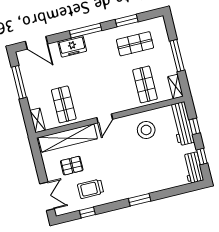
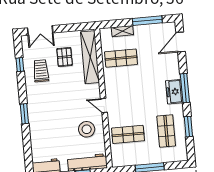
freezer: (72, 46) -> (174, 92), moved
shelving: (176, 86) -> (122, 162), removed
door: (105, 118) -> (104, 106), moved
shelving: (38, 120) -> (122, 31), moved

